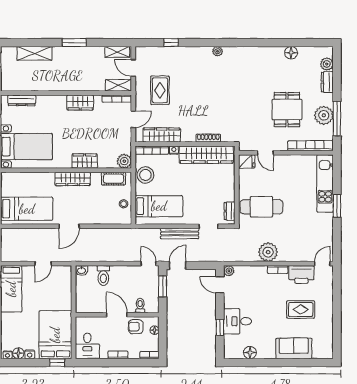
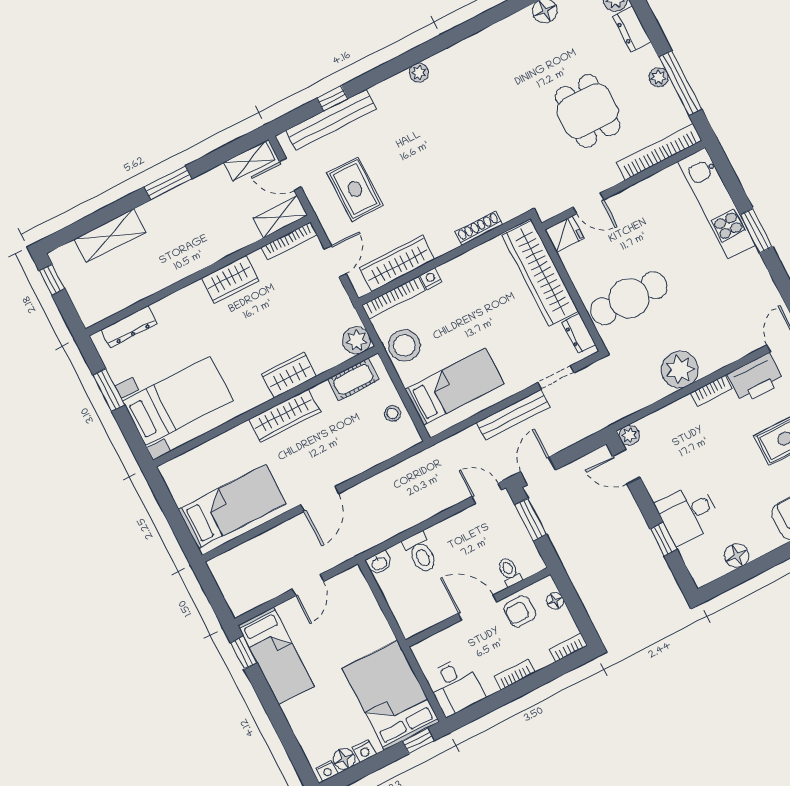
bench: (165, 52) -> (331, 120), added
plant: (324, 115) -> (659, 77), width x0.53, depth x0.53
wardrobe: (206, 155) -> (540, 273), moved, turned 90

